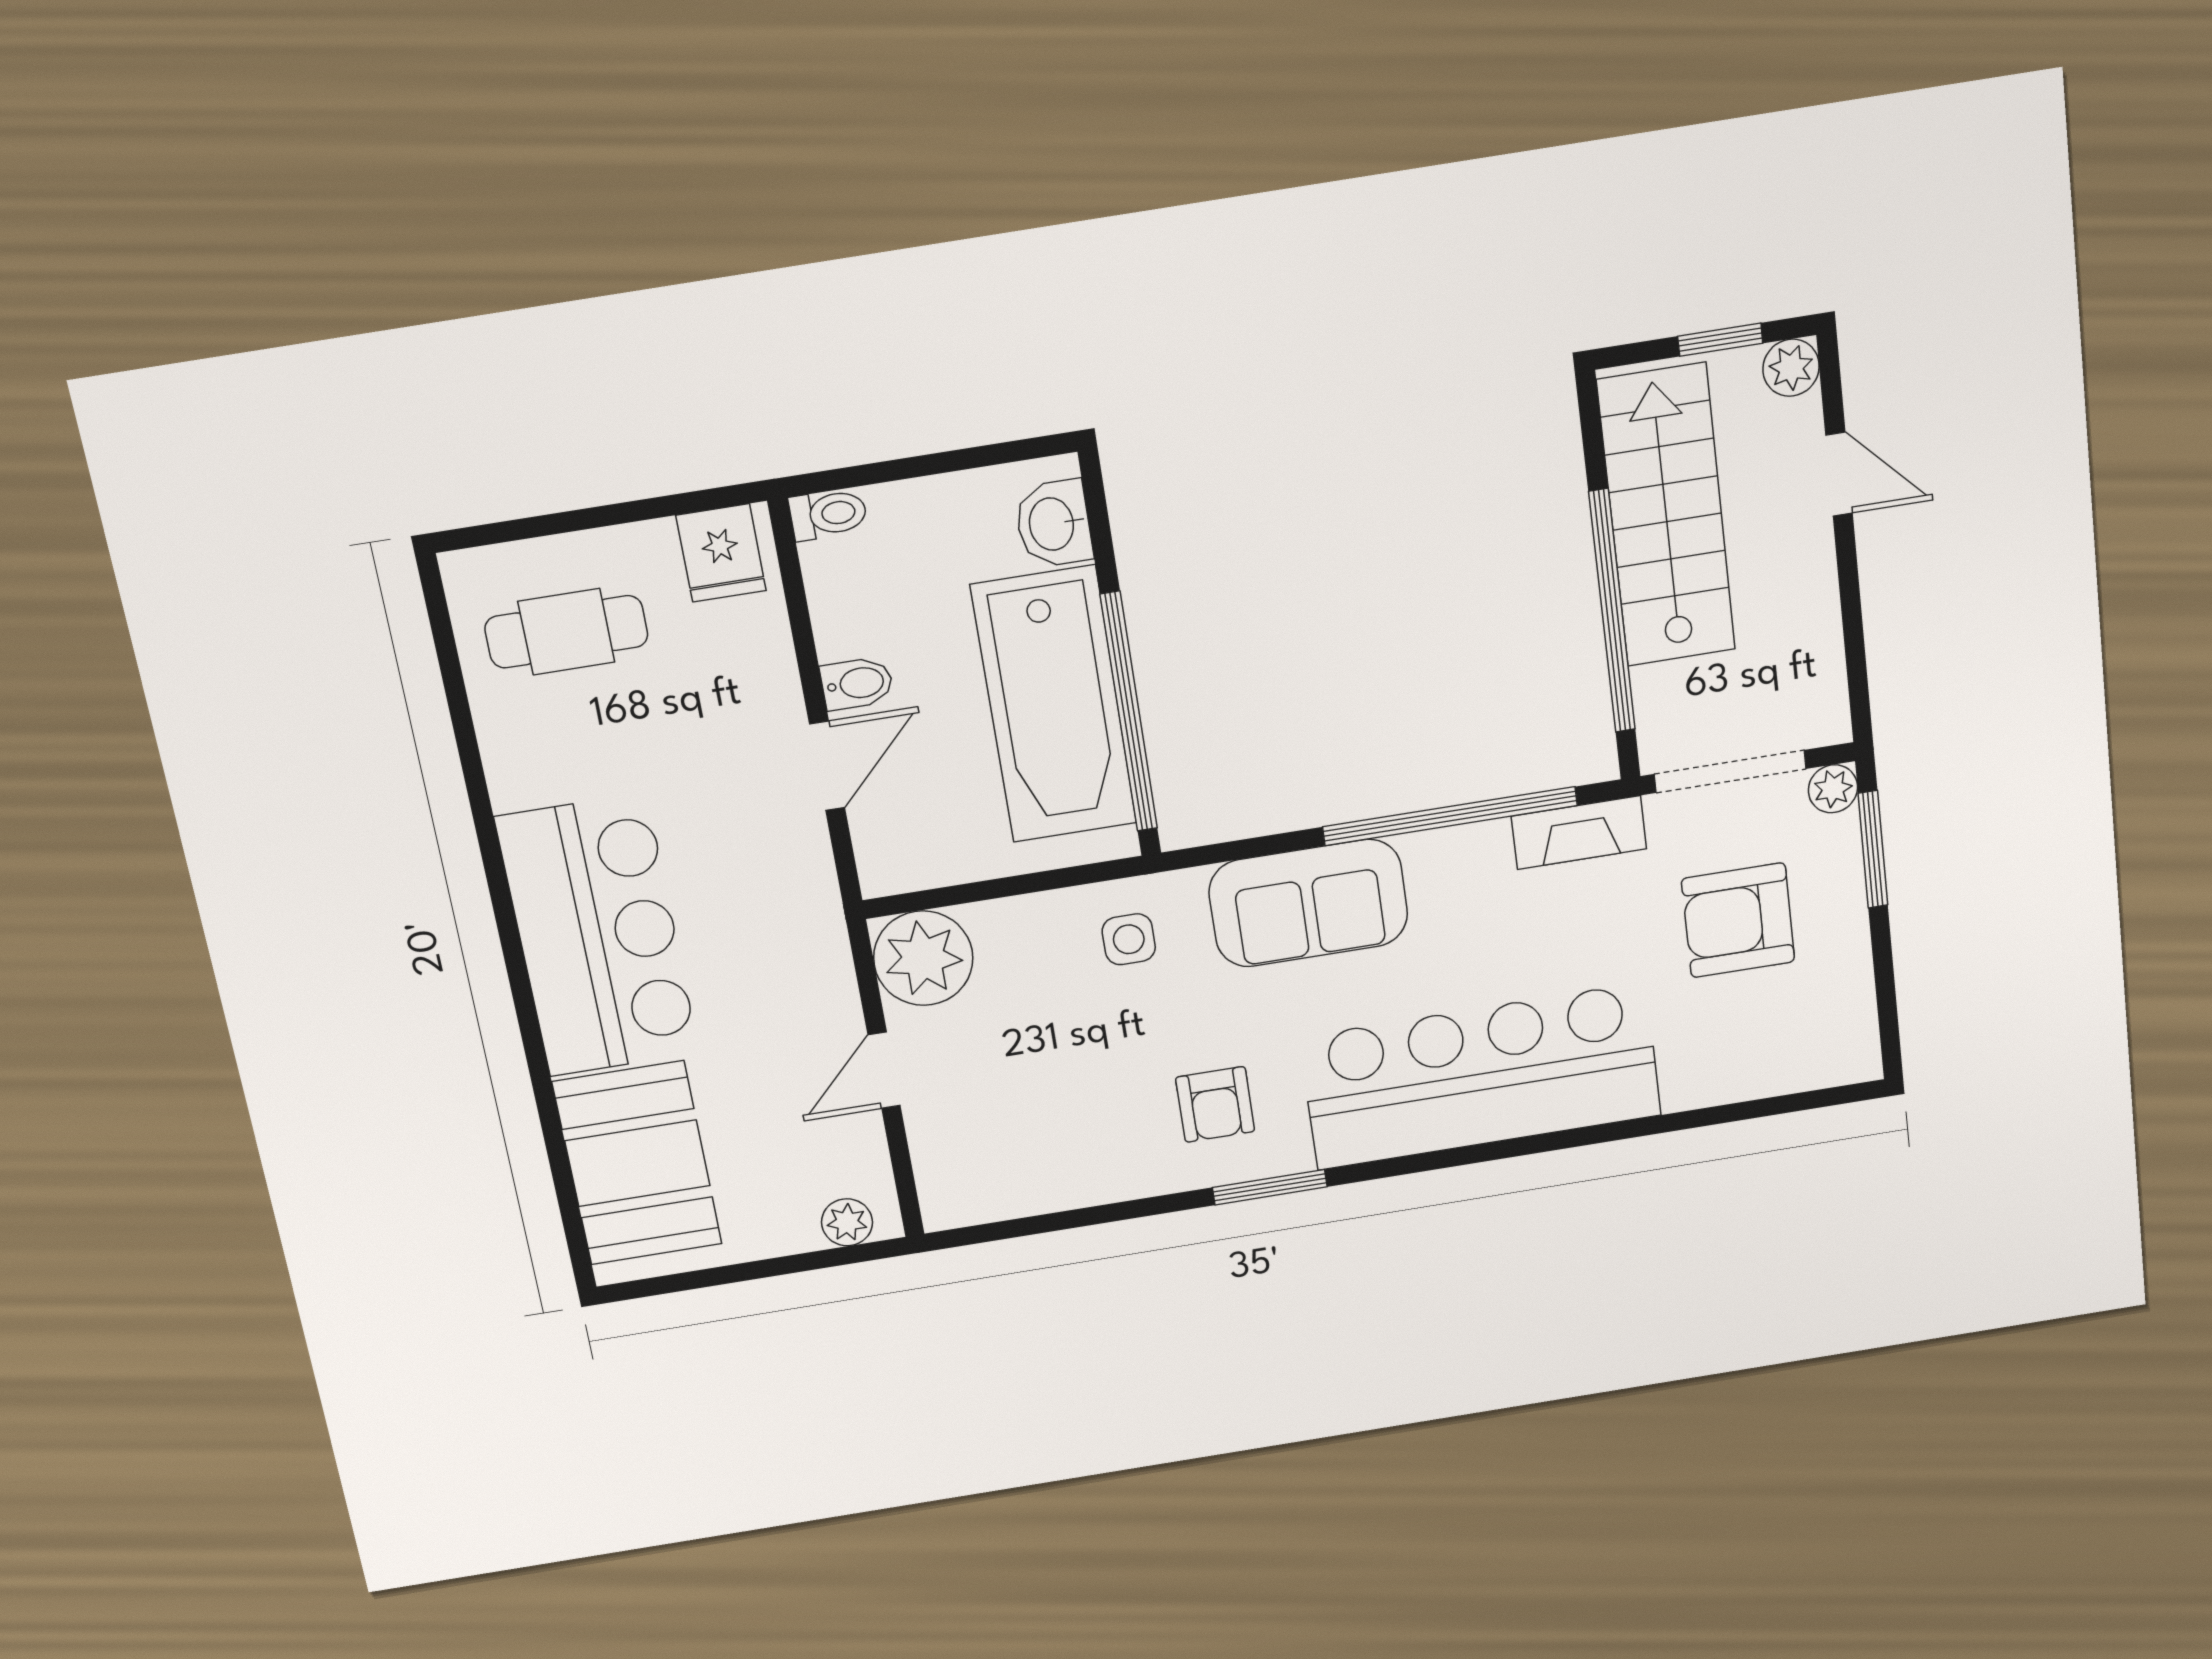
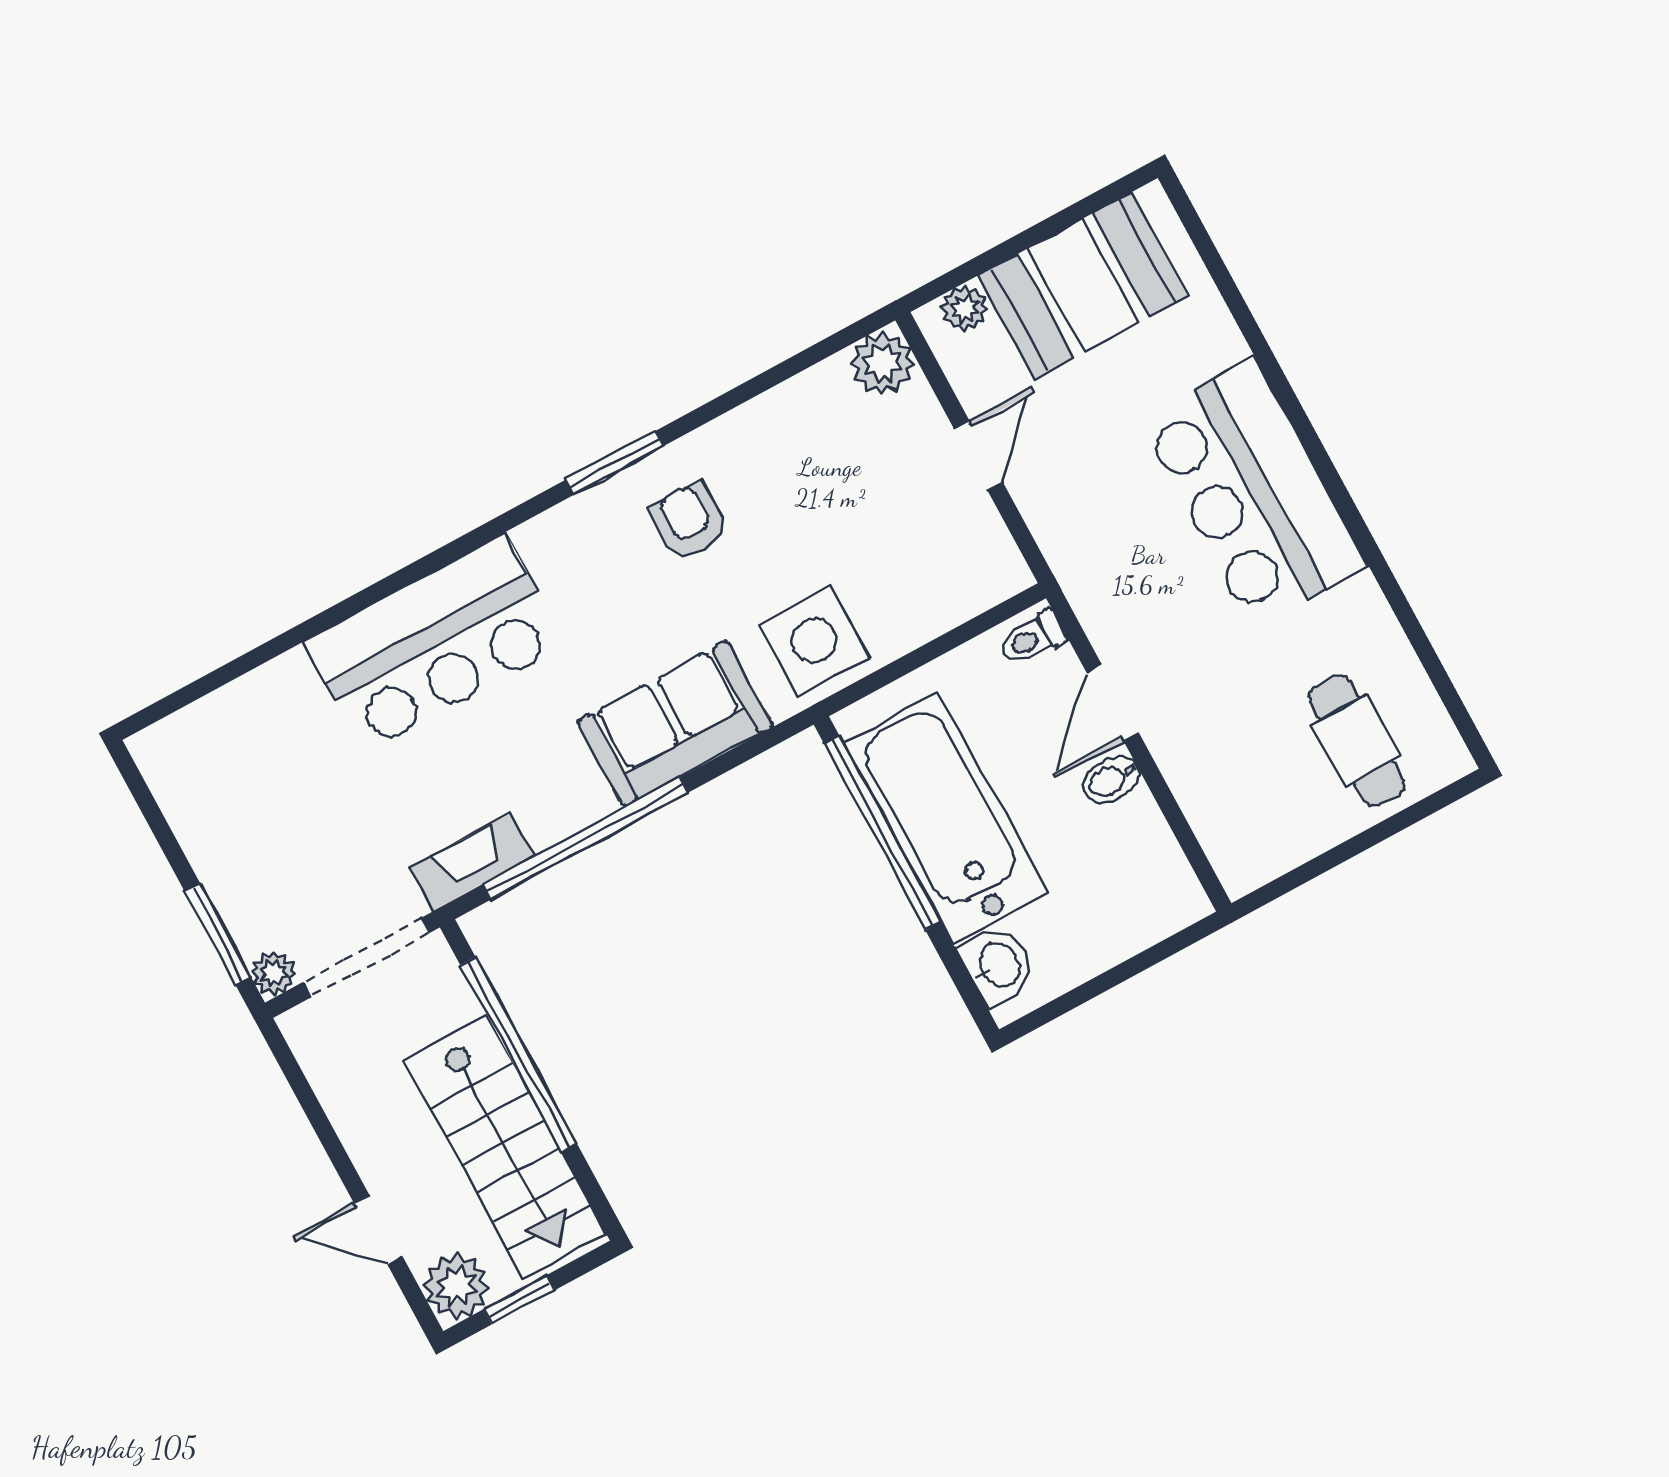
plant: (1791, 368) -> (456, 1286), width x1.38, depth x1.38
toilet: (828, 514) -> (1032, 638), moved
fridge: (721, 553) -> (1254, 848), removed
cafe table: (566, 632) -> (1357, 741), turned 90
armchair: (1738, 920) -> (307, 834), removed
side table: (1129, 939) -> (814, 641), width x1.87, depth x1.87
plant: (923, 958) -> (882, 363), moved, width x0.73, depth x0.73
bar counter: (1481, 1076) -> (434, 643), width x0.73
booth: (637, 1163) -> (1083, 285), moved, turned 90

